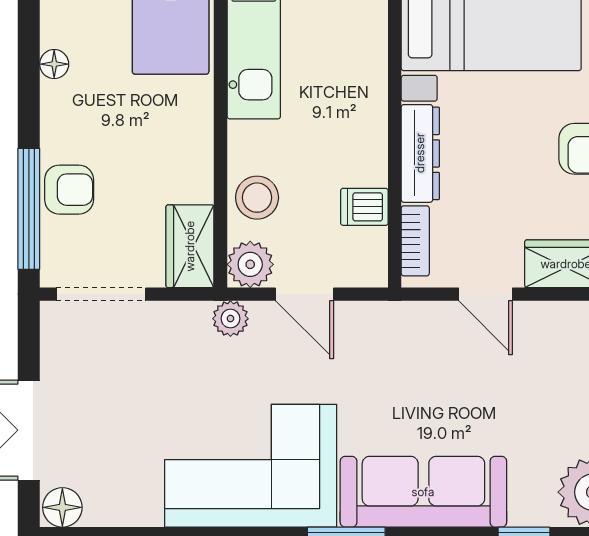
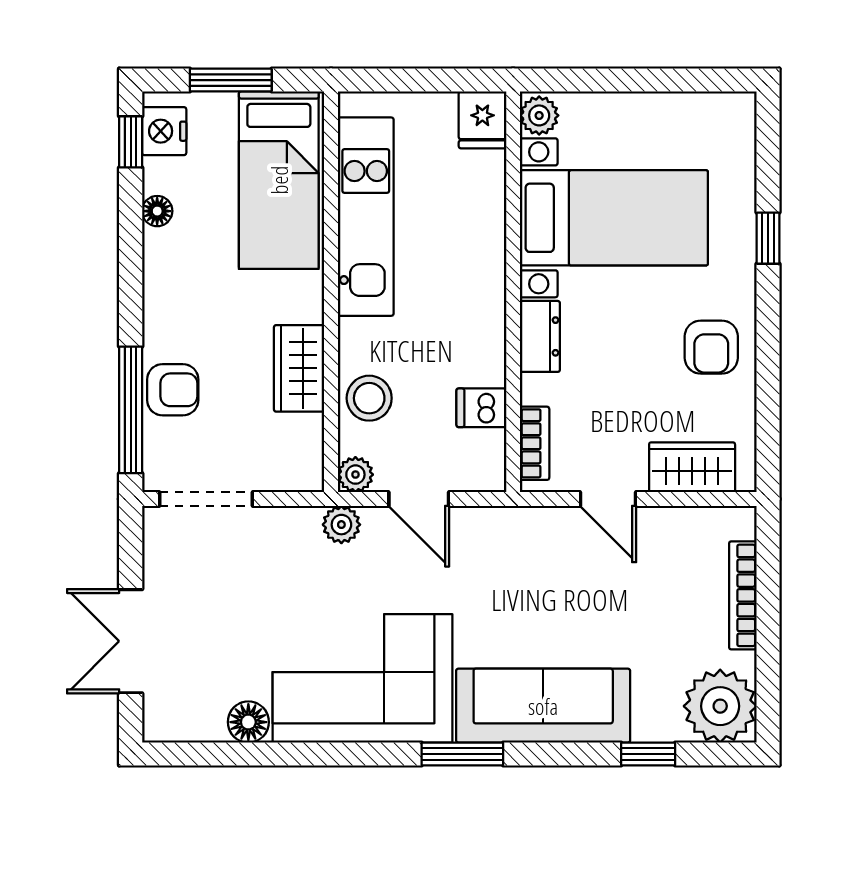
floor lamp: (54, 64) -> (157, 211), moved
dresser: (420, 153) -> (540, 336), width x0.70
wardrobe: (190, 246) -> (299, 368), moved
plant: (250, 264) -> (355, 475), width x0.73, depth x0.73
floor lamp: (62, 507) -> (248, 722), moved

